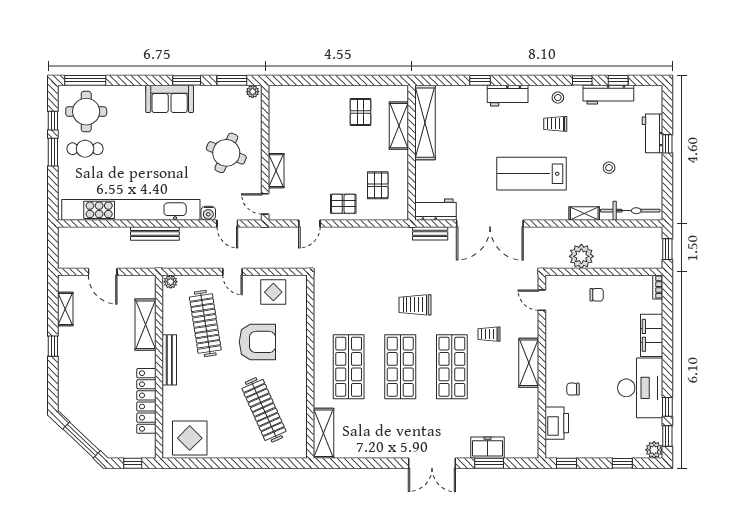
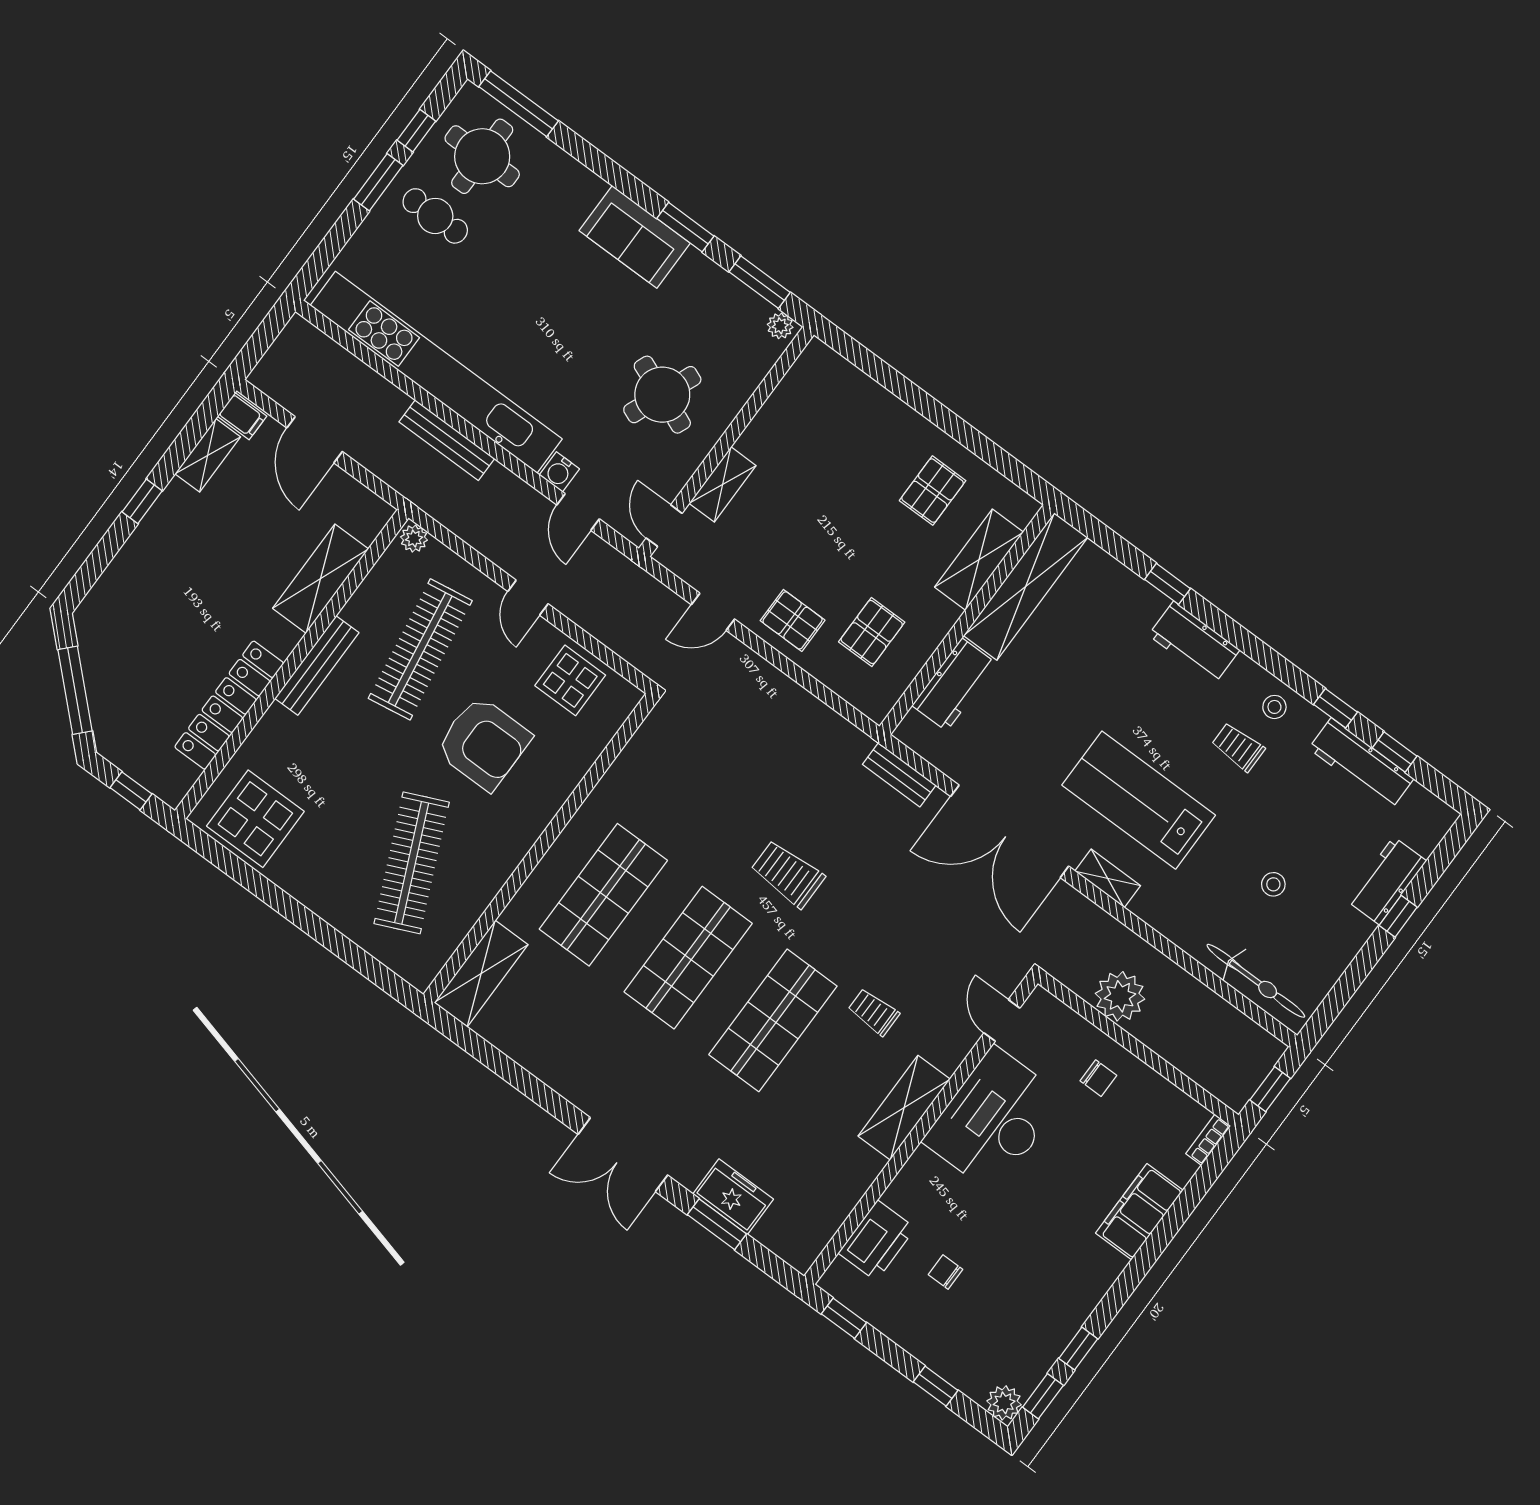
workbench: (435, 210) -> (954, 685), moved, turned 90
shelving: (584, 214) -> (1108, 878), moved
filing cabinet: (67, 284) -> (242, 416), added
desk: (640, 388) -> (994, 1120), moved, turned 180
chair: (573, 389) -> (946, 1272), moved

